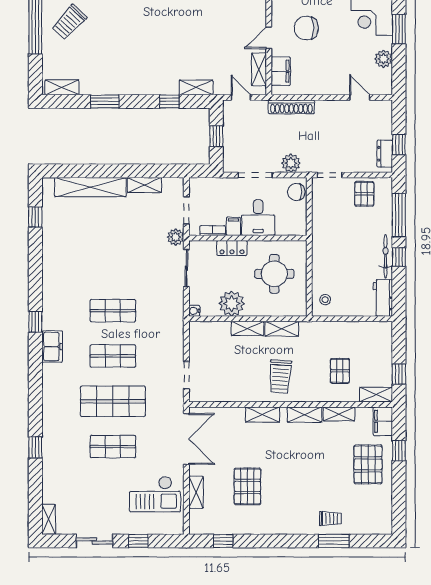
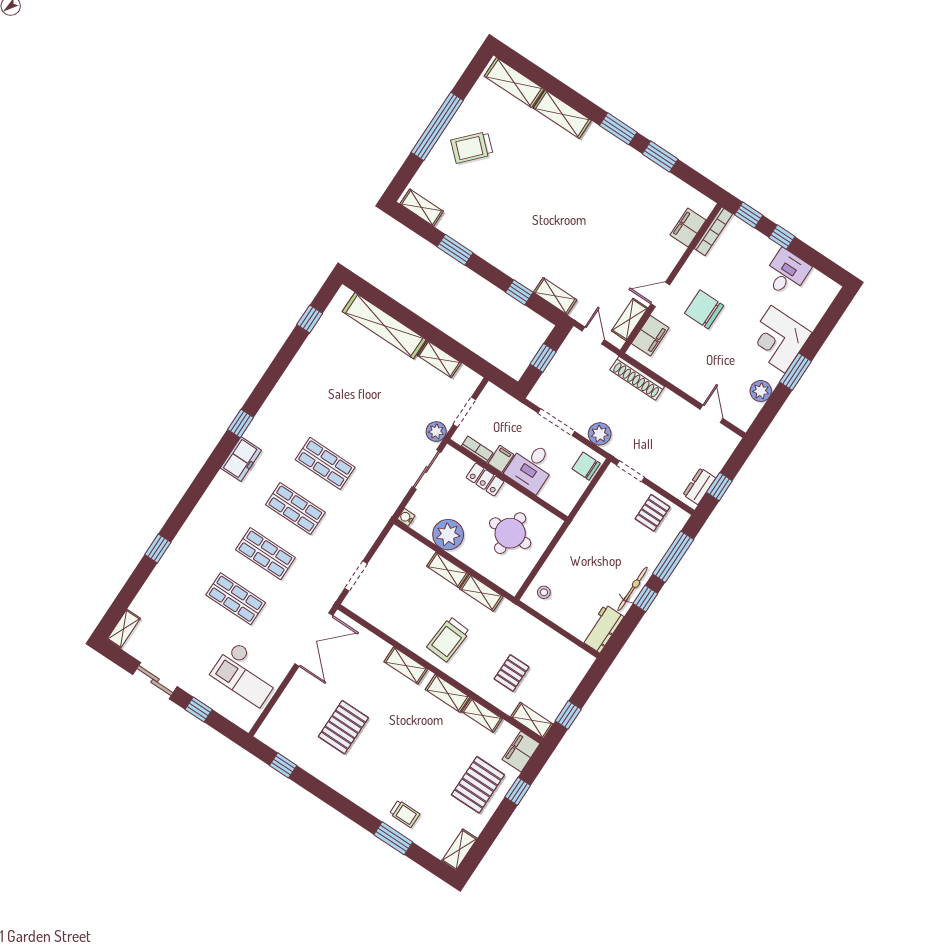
shop shelf: (113, 401) -> (265, 554), width x0.70, depth x0.74
shelving: (196, 492) -> (459, 850), moved

